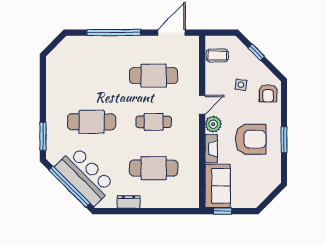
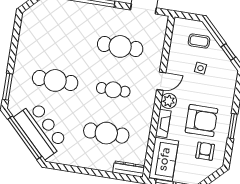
window: (256, 52) -> (228, 52), moved
coffee table: (217, 56) -> (199, 41), moved
armchair: (268, 93) -> (205, 151), moved, turned 180
dresser: (129, 202) -> (129, 169), moved, width x1.44

